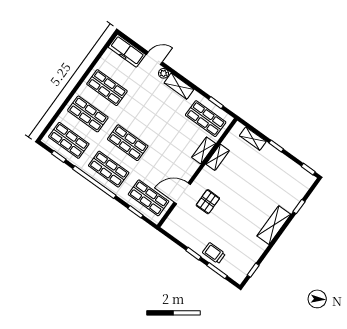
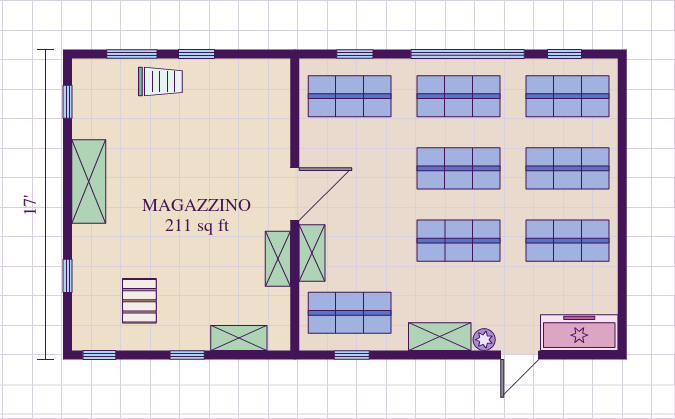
shop shelf: (147, 116) -> (459, 241), added
door: (182, 193) -> (295, 194), moved
pallet: (208, 202) -> (139, 301), moved
shelving: (274, 225) -> (89, 181), moved

